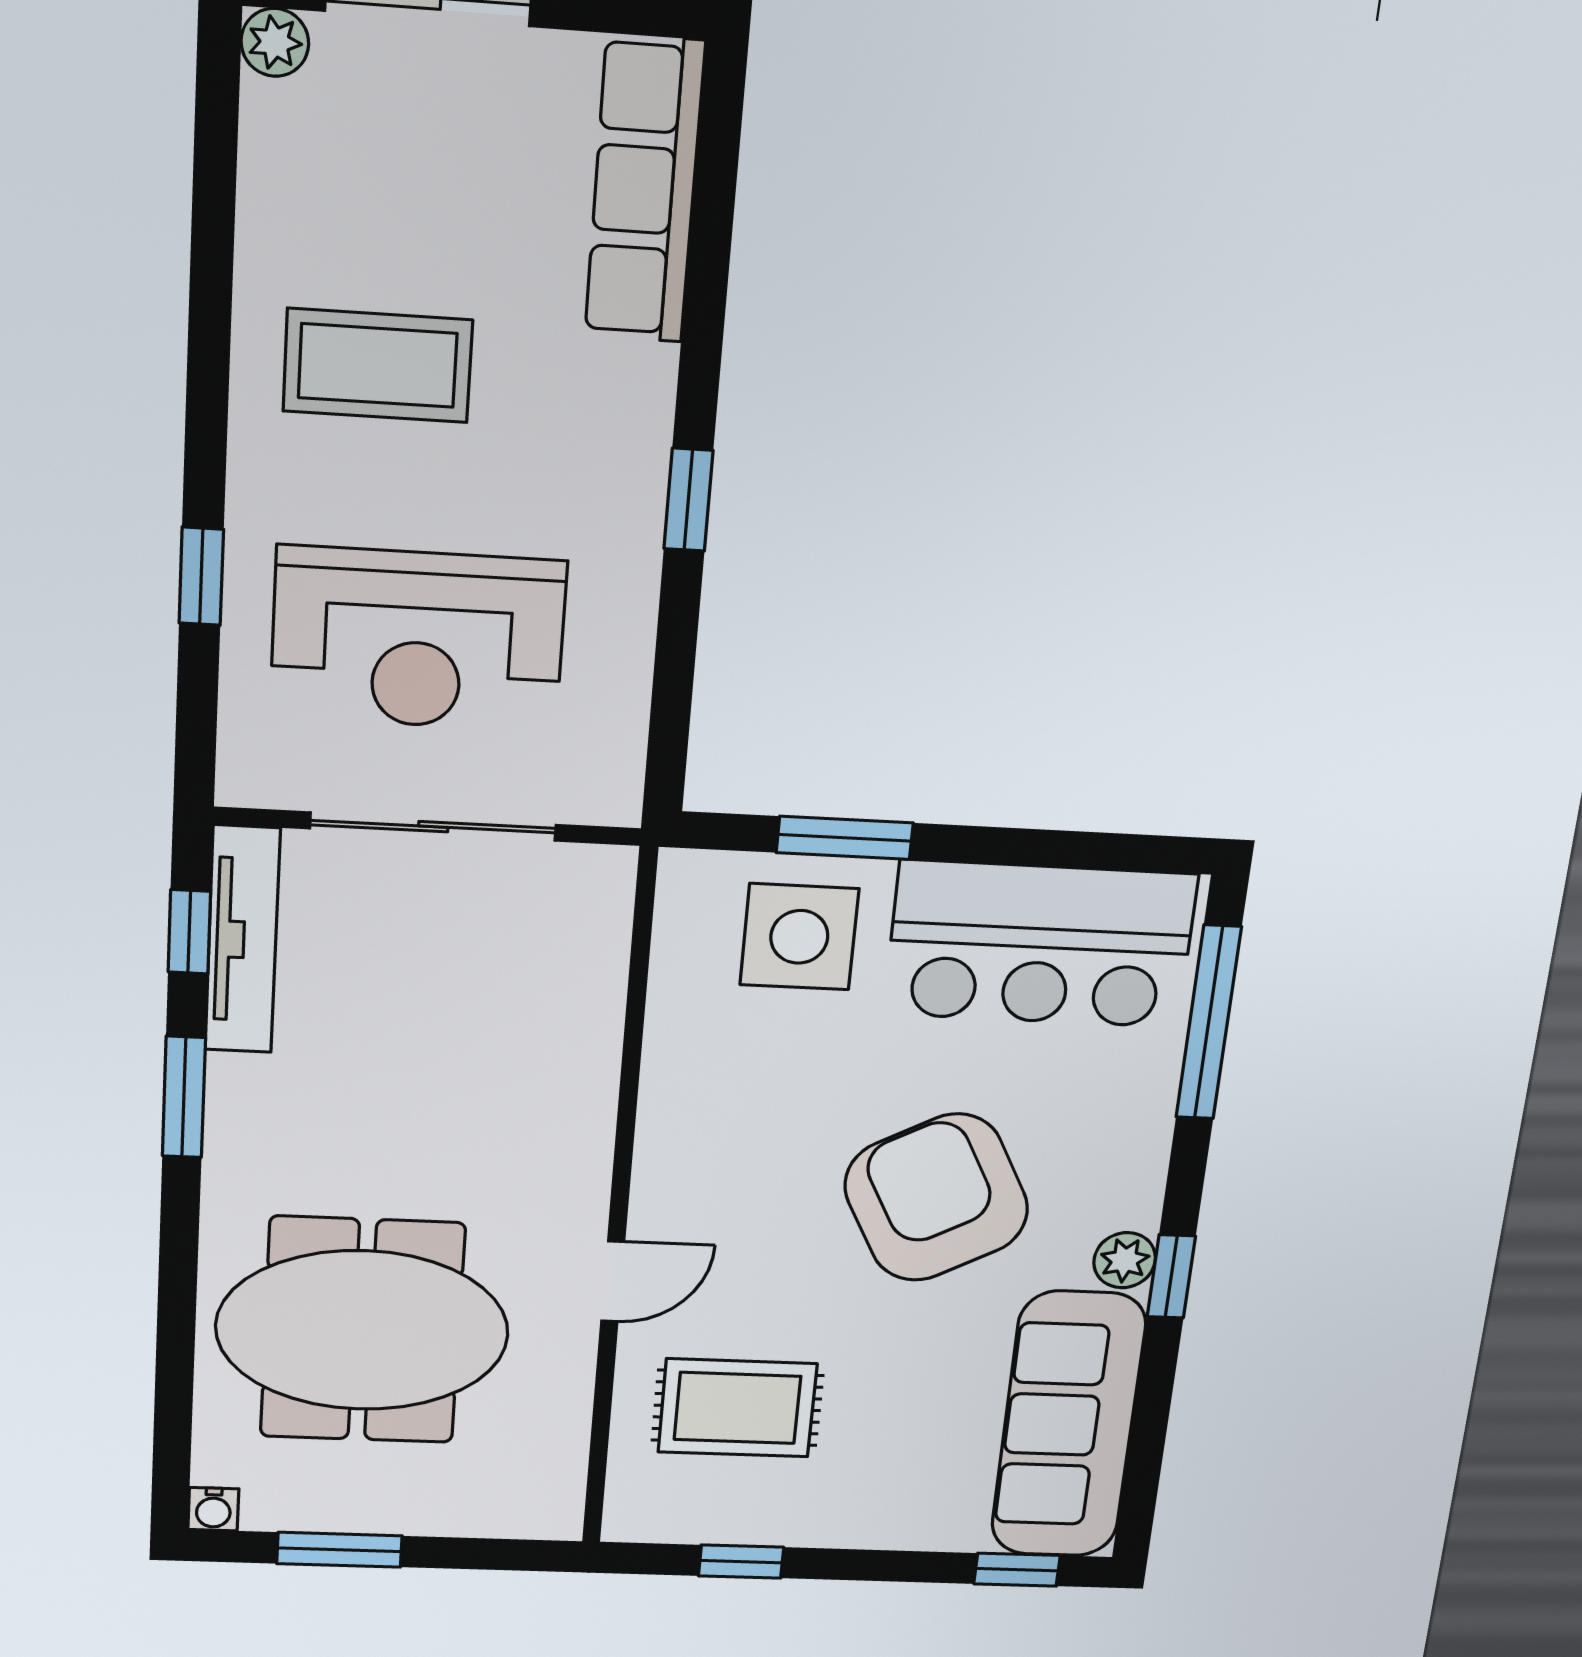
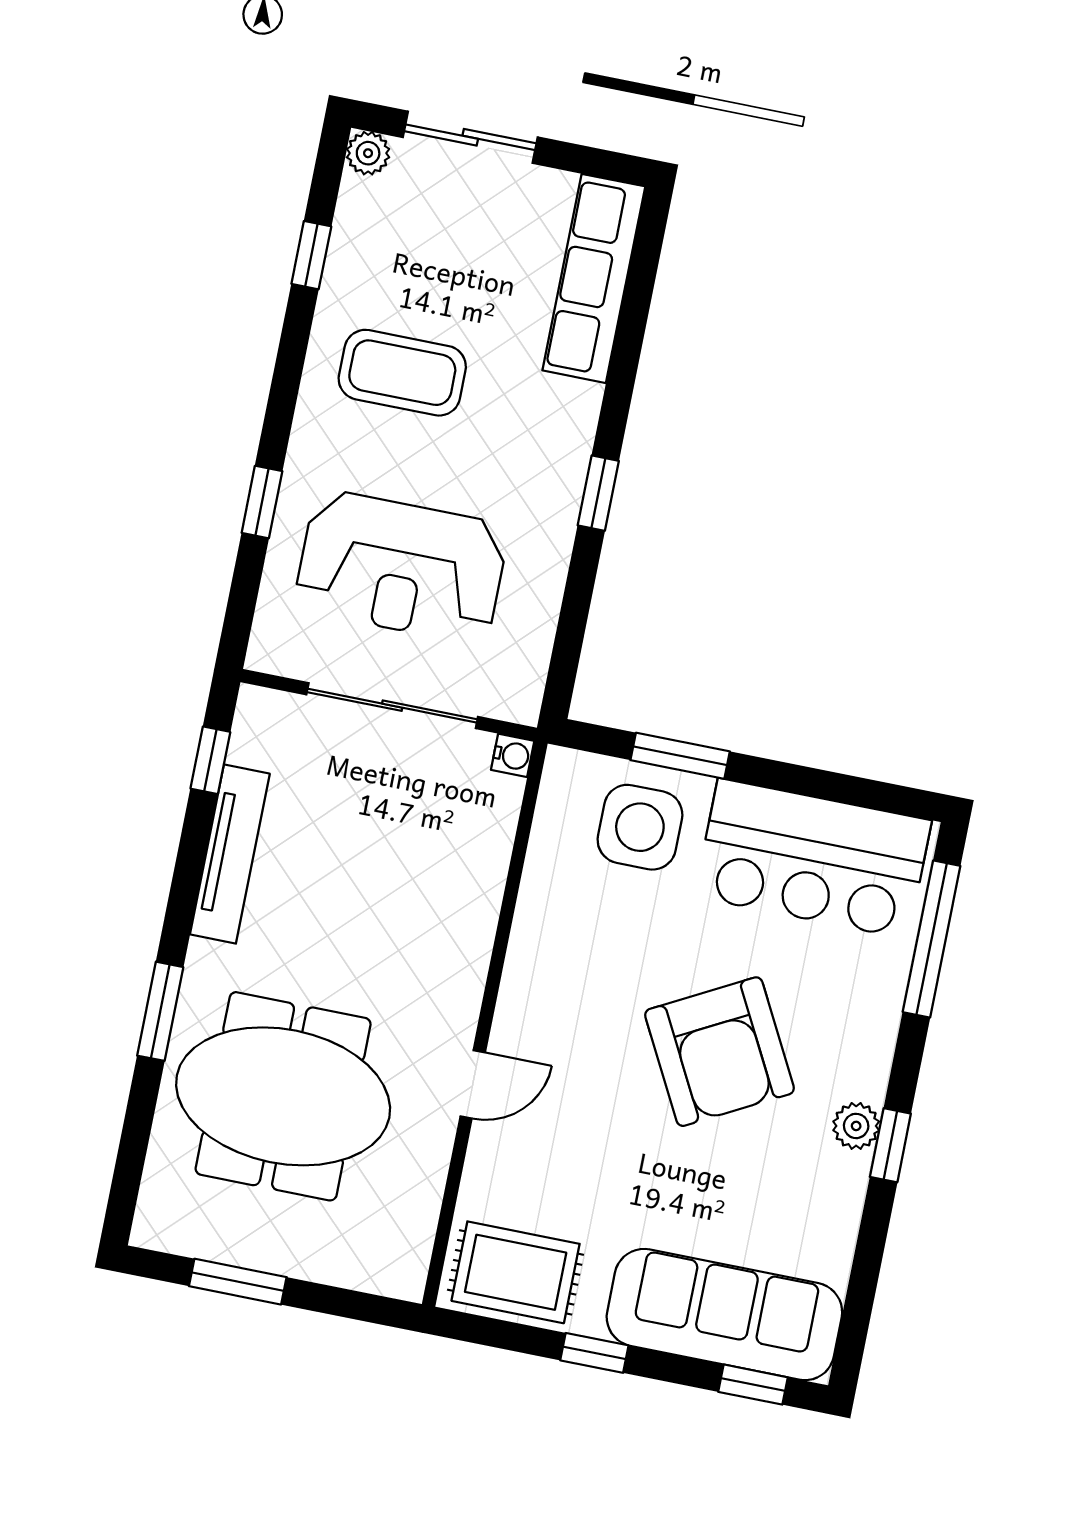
window: (214, 209) -> (311, 255), added
tv unit: (242, 940) -> (230, 854), moved
window: (184, 1097) -> (160, 1011), moved
armchair: (936, 1198) -> (720, 1052), turned 180
rug: (737, 1408) -> (516, 1272), moved
sofa: (1068, 1425) -> (724, 1315), moved, turned 90
water cooler: (213, 1509) -> (513, 755), moved, turned -90
window: (741, 1562) -> (594, 1353), moved

